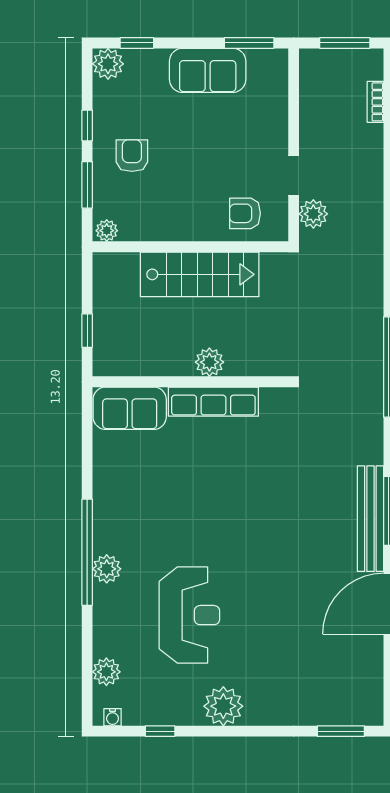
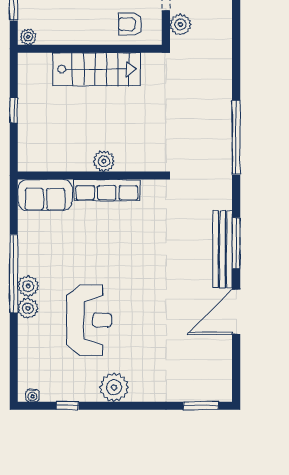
plant: (209, 362) -> (104, 161), moved
wall: (190, 382) -> (90, 176), moved
row of seats: (213, 402) -> (107, 190), moved
sofa: (130, 408) -> (45, 195), moved
plant: (106, 672) -> (28, 308), moved

